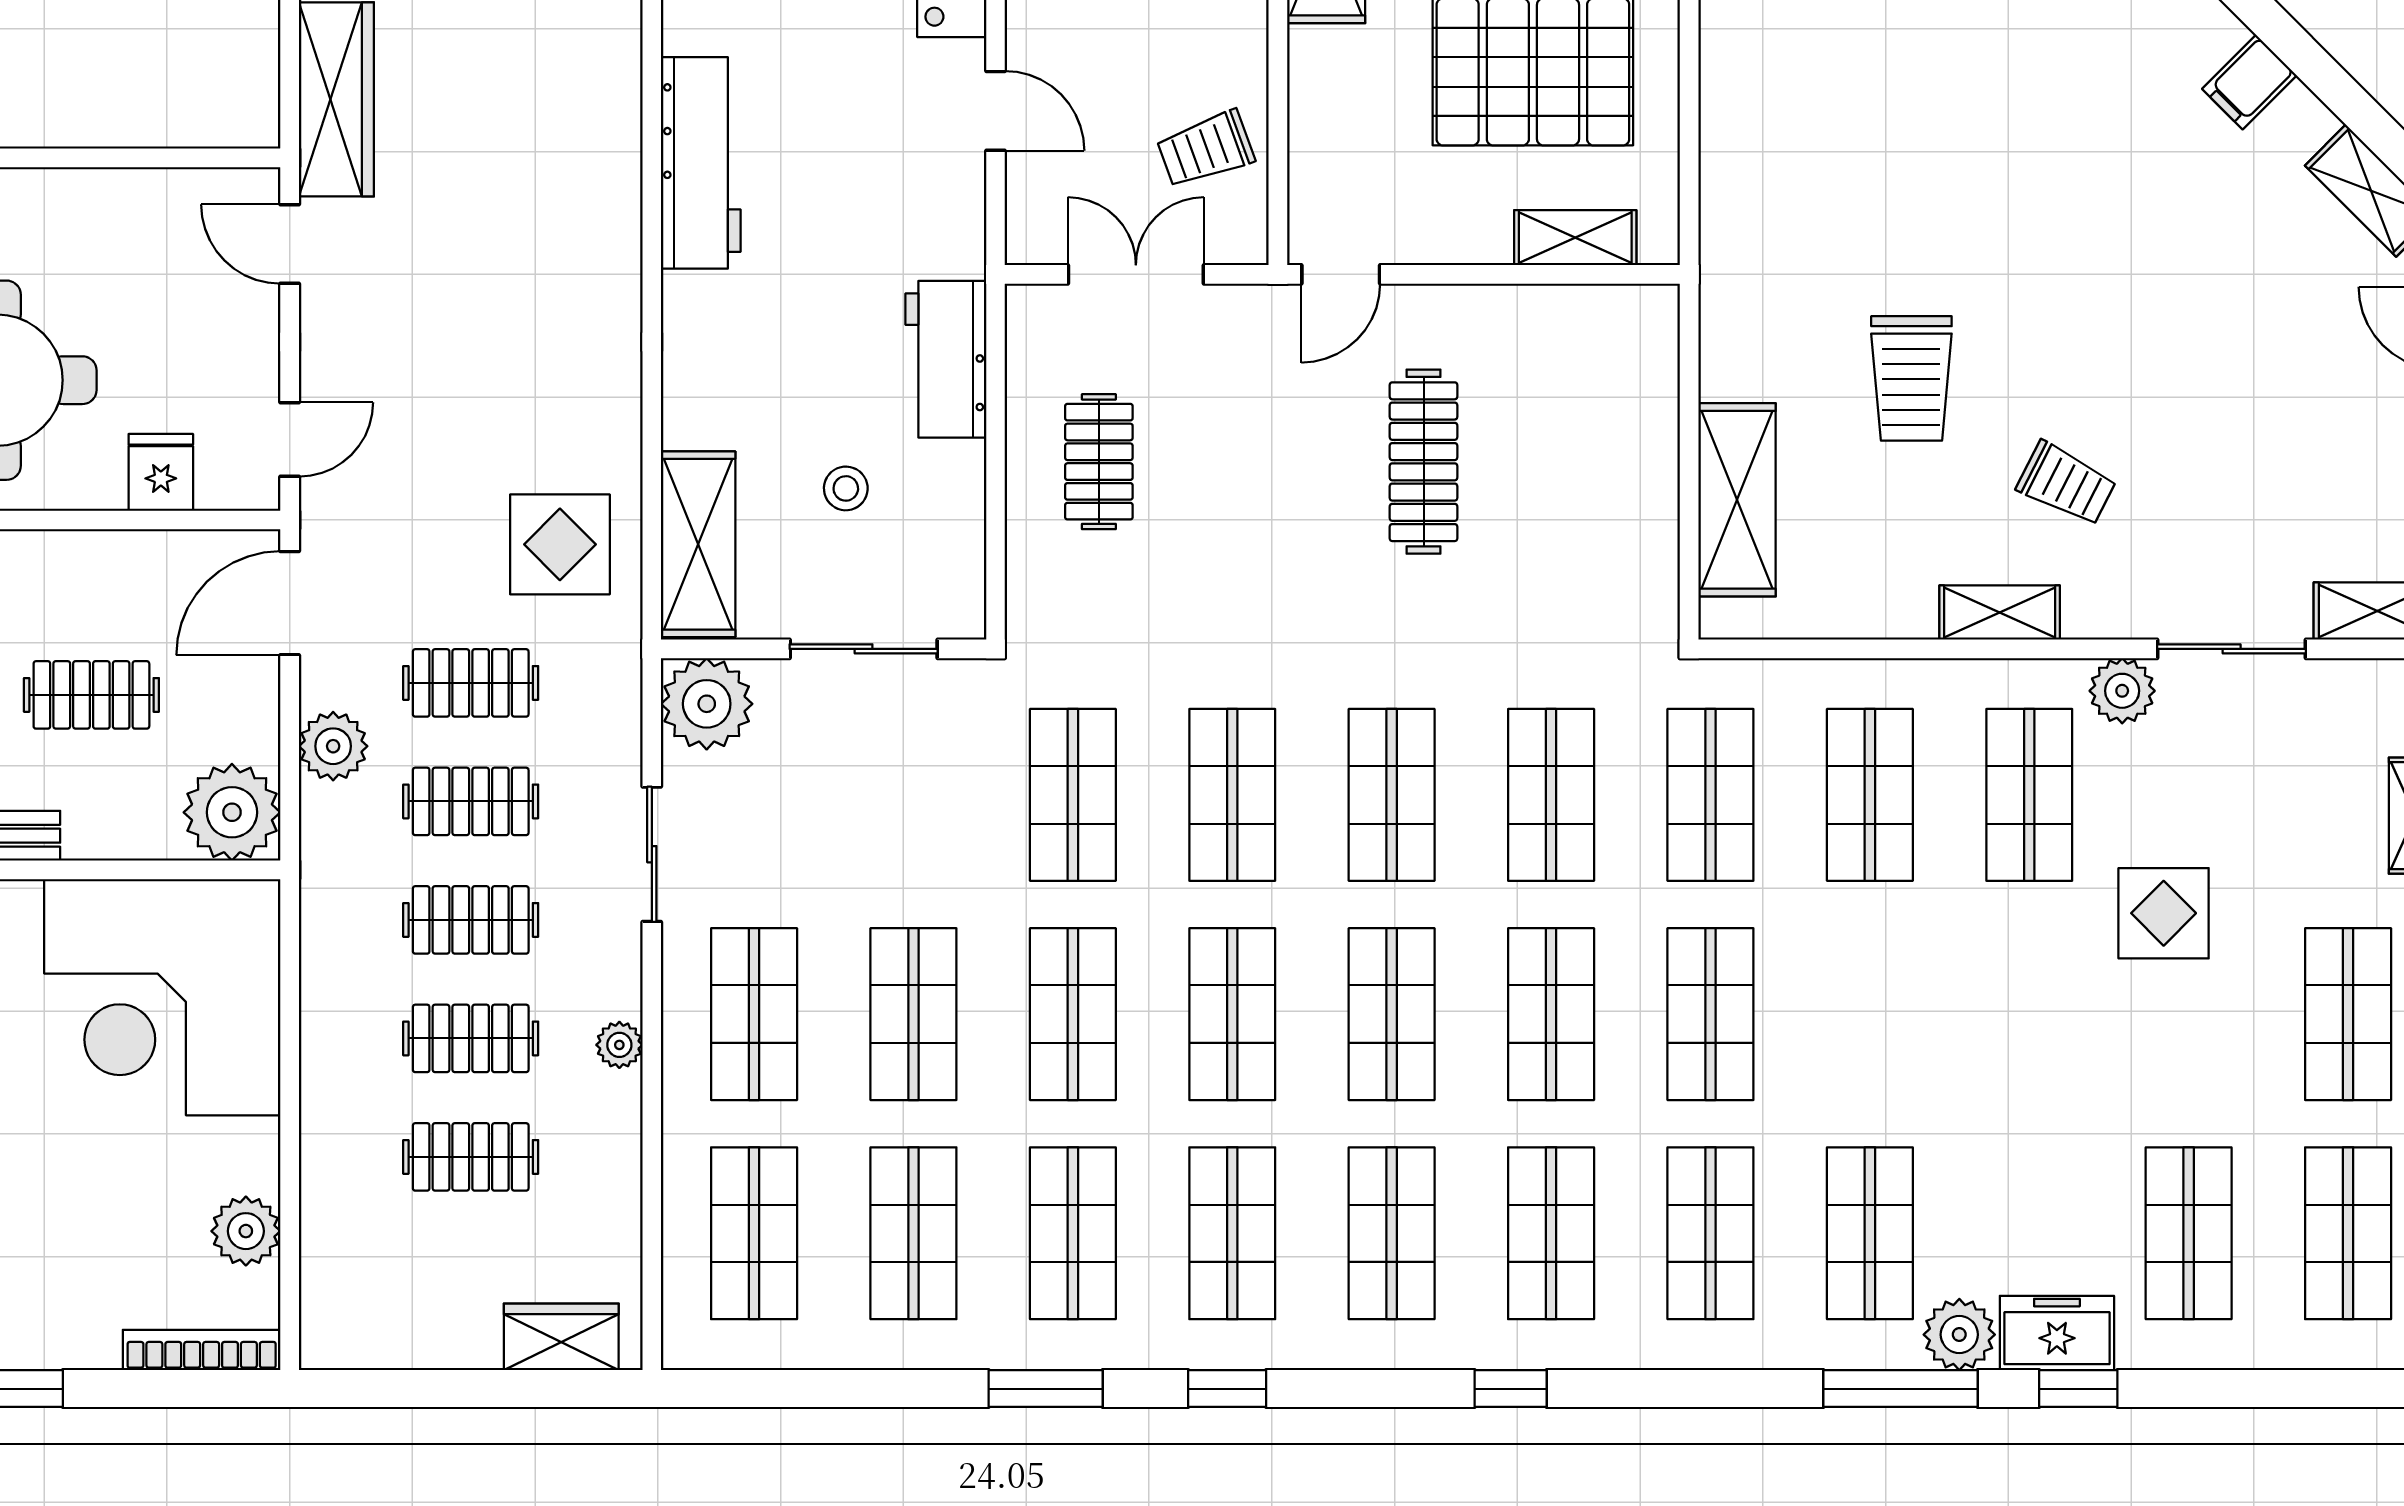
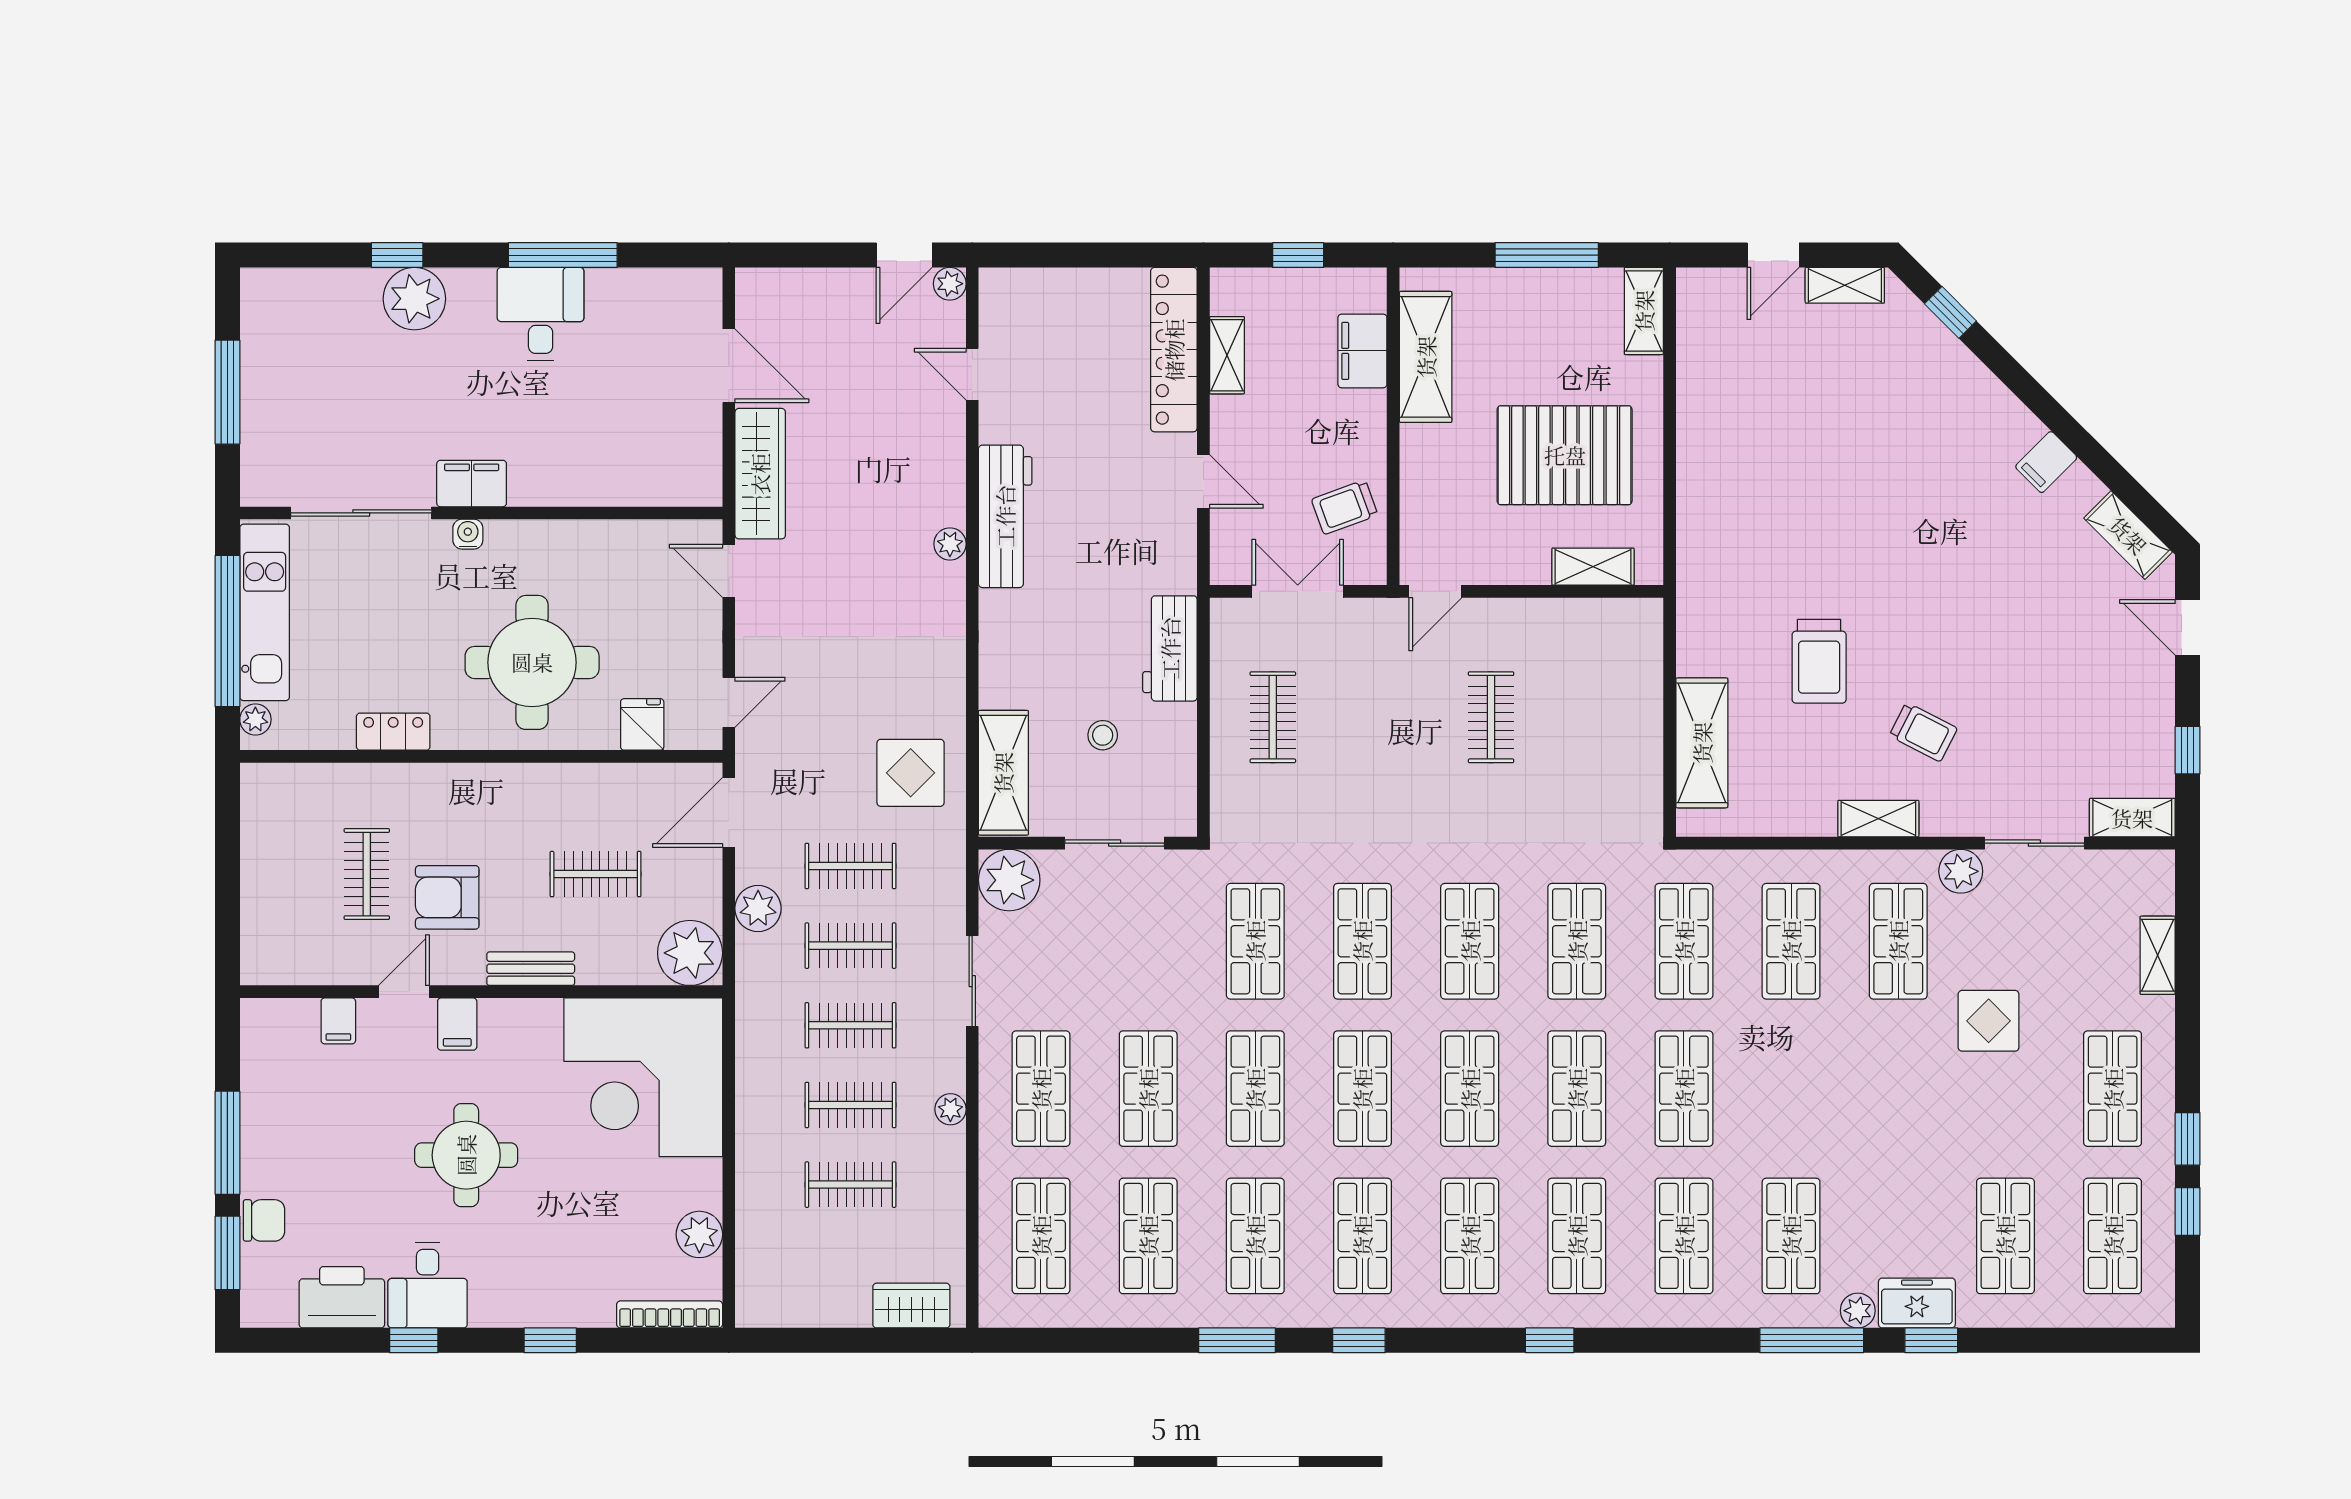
plant: (619, 204) -> (950, 544), added
clothes rail: (1424, 462) -> (1491, 717), width x0.73
plant: (1959, 1335) -> (1858, 1311), width x0.73, depth x0.73

